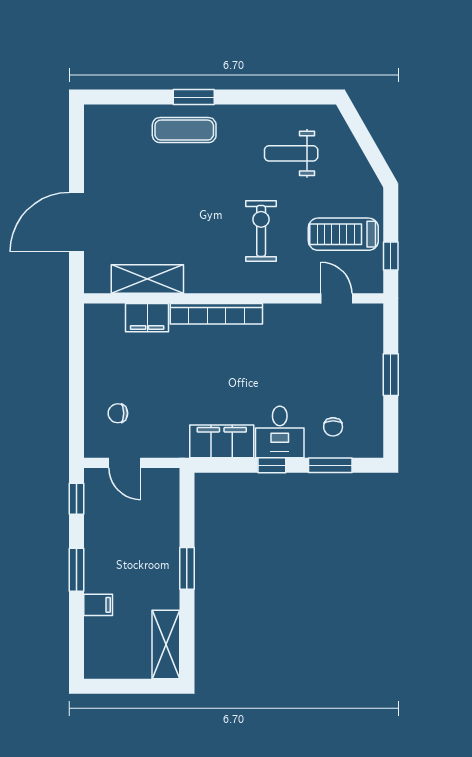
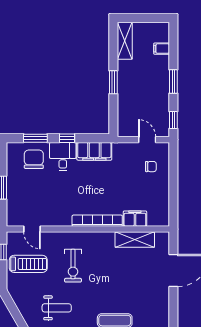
chair: (333, 427) -> (34, 159), width x1.87, depth x1.87
filing cabinet: (98, 605) -> (162, 49), moved

